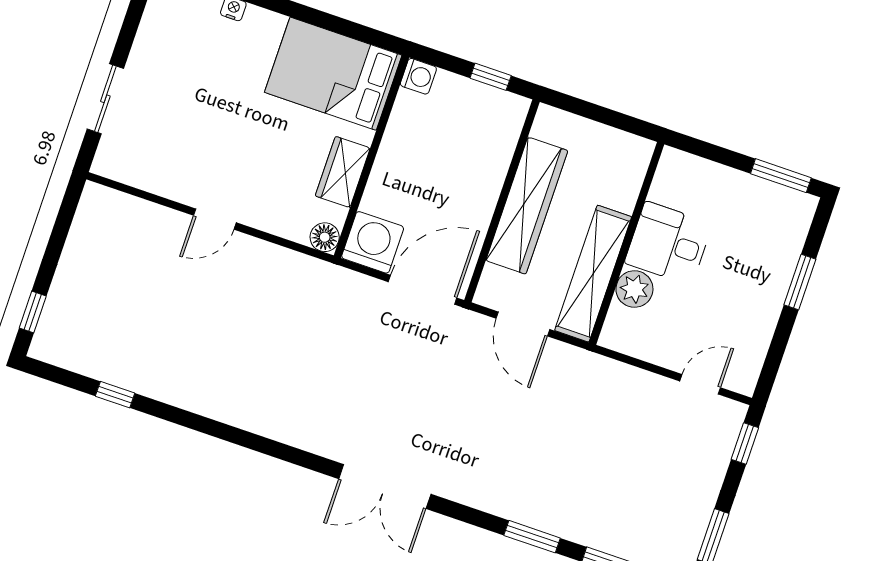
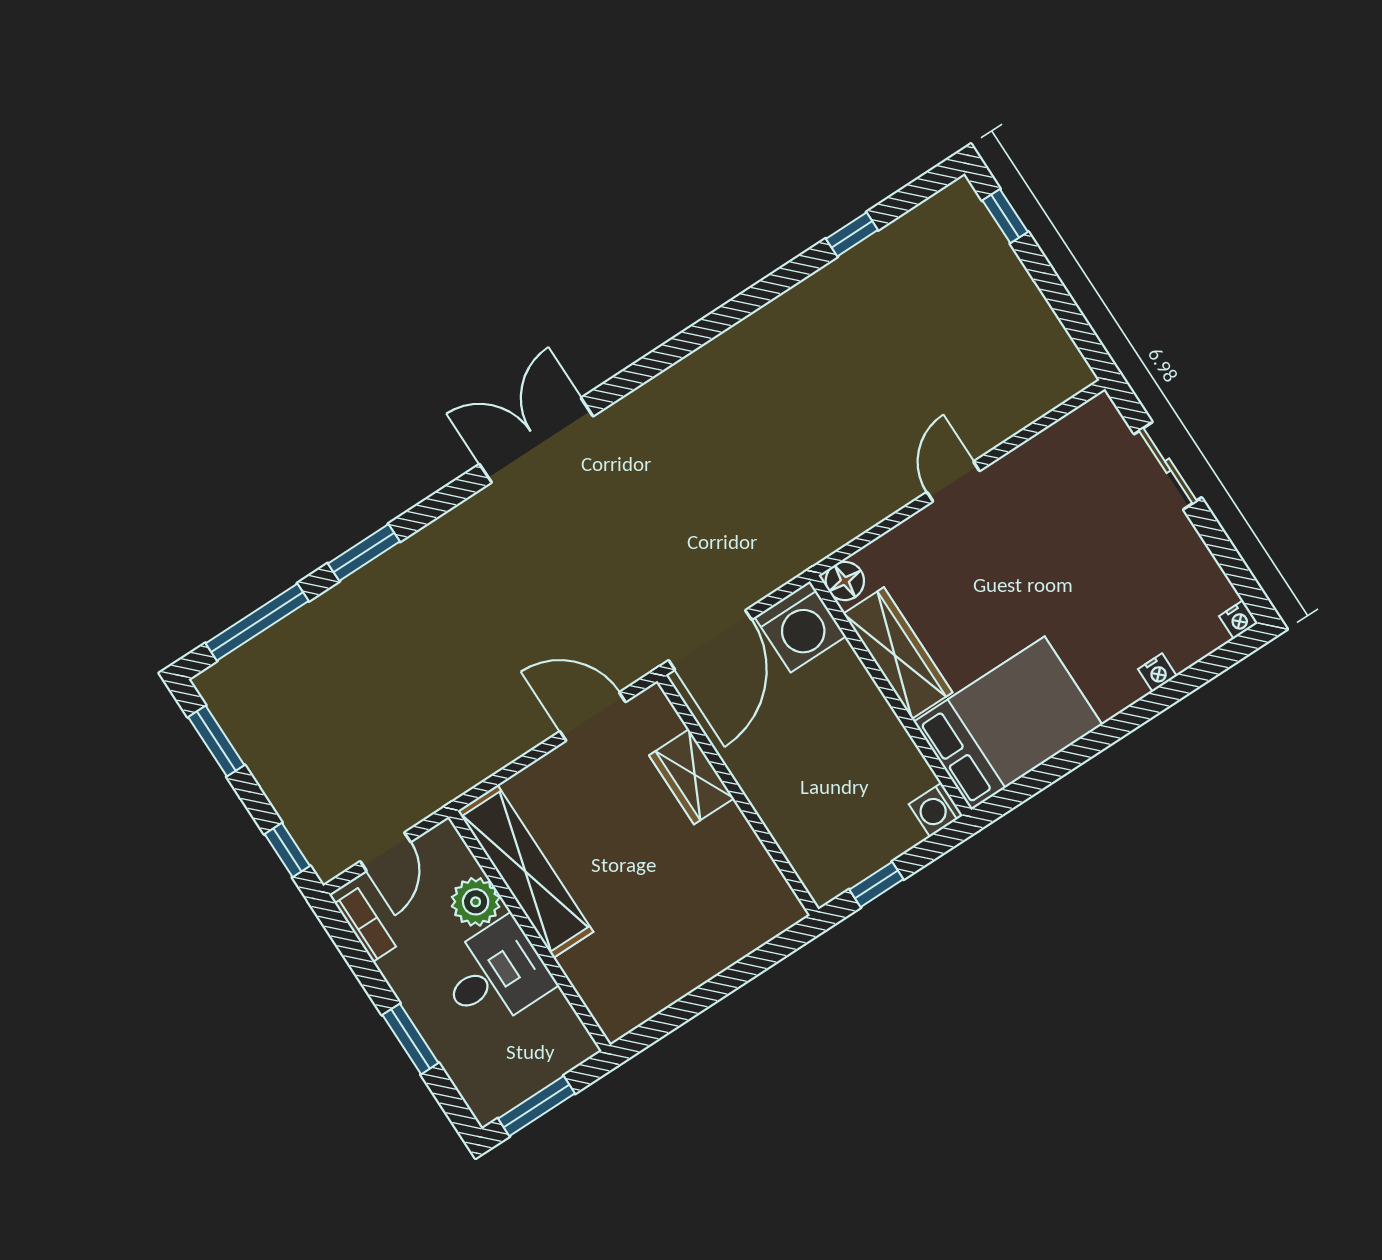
wardrobe: (343, 172) -> (898, 653), width x1.50
wardrobe: (527, 206) -> (691, 777), width x0.48, depth x0.85
wall: (627, 243) -> (530, 931), moved
desk: (668, 243) -> (495, 975), moved
shelving: (593, 274) -> (525, 871), moved
plant: (634, 289) -> (476, 902), moved
bookcase: (753, 362) -> (365, 925), added

